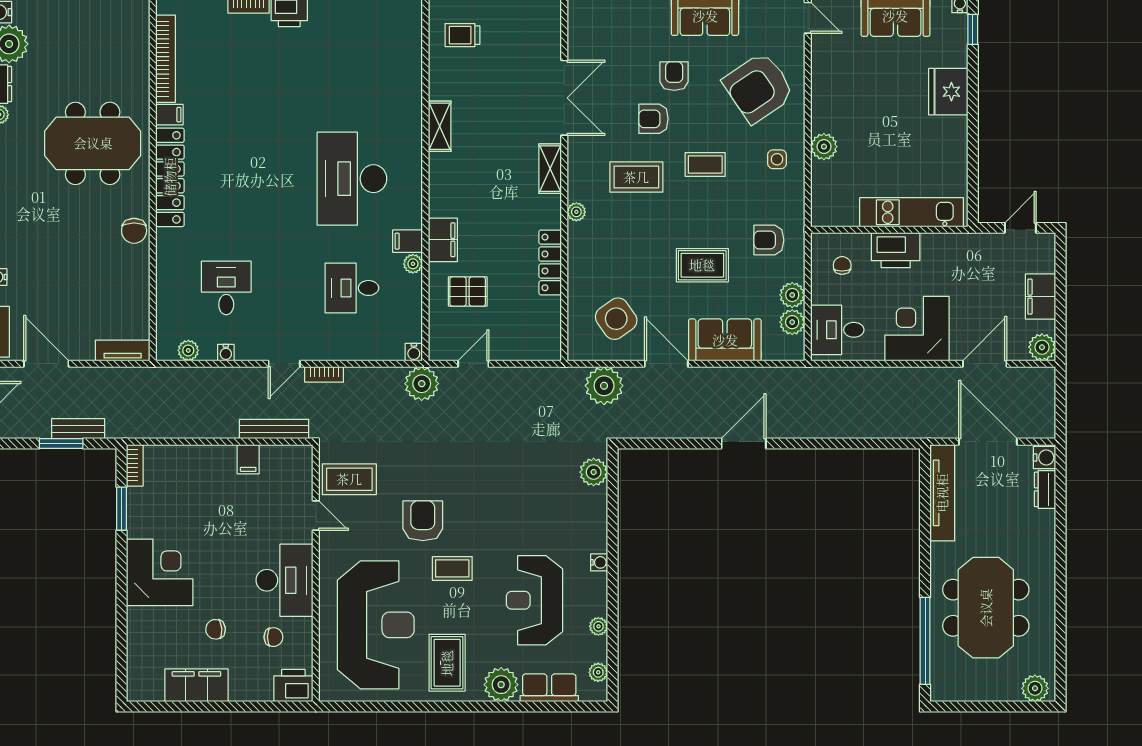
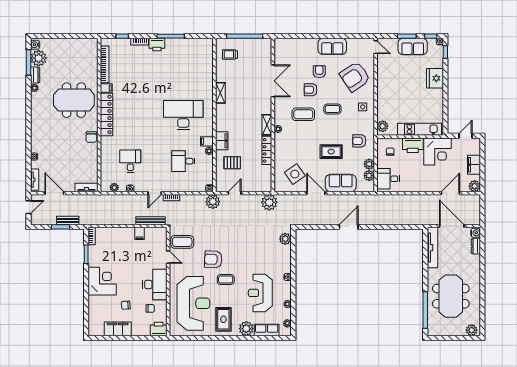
plant: (824, 147) -> (383, 126), moved
shelving: (550, 169) -> (267, 125), moved
desk: (352, 179) -> (183, 115), turned 90
corner desk: (917, 329) -> (437, 151), moved, turned 180
plant: (604, 386) -> (269, 202), moved
armchair: (423, 521) -> (213, 259), turned -87

